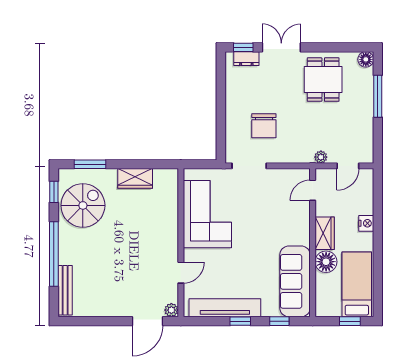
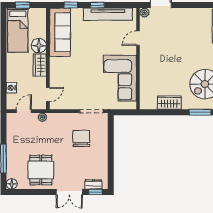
nightstand: (366, 223) -> (11, 88), moved

